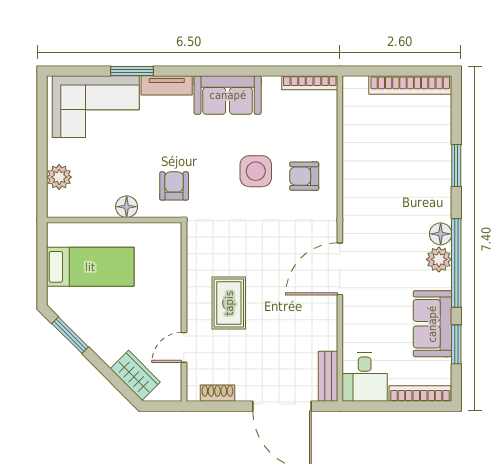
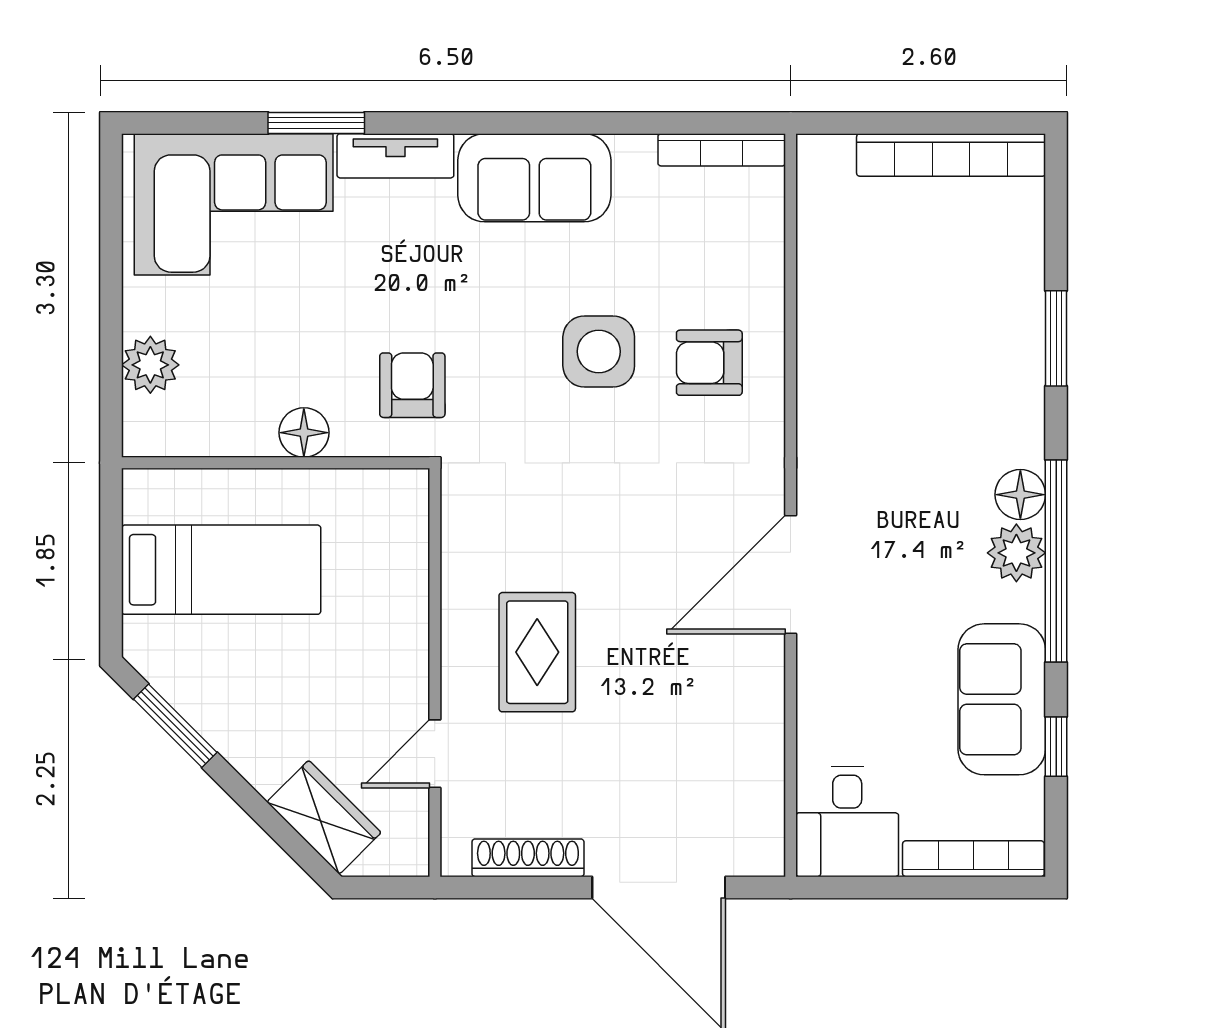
window: (456, 344) -> (1056, 747), width x0.67
bench: (328, 376) -> (763, 819), removed
shoe rack: (217, 393) -> (528, 858), width x1.43

